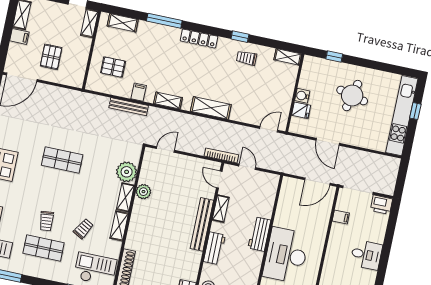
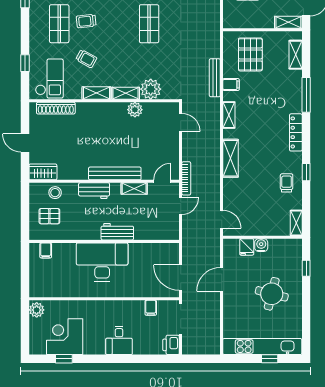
pallet: (113, 67) -> (250, 54), width x1.50, depth x1.42

